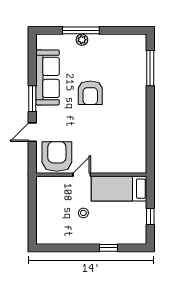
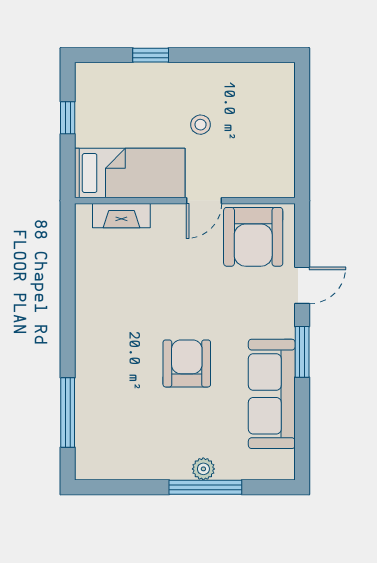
fireplace: (123, 167) -> (121, 216), added

